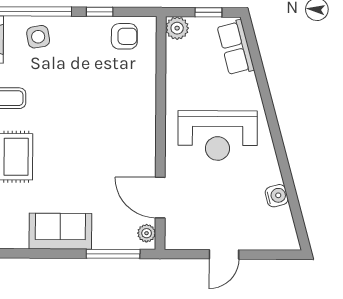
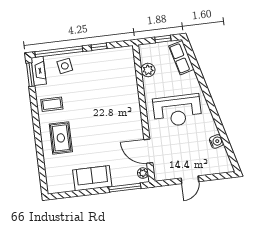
plant: (177, 28) -> (148, 70), moved
armchair: (124, 36) -> (115, 59), removed

